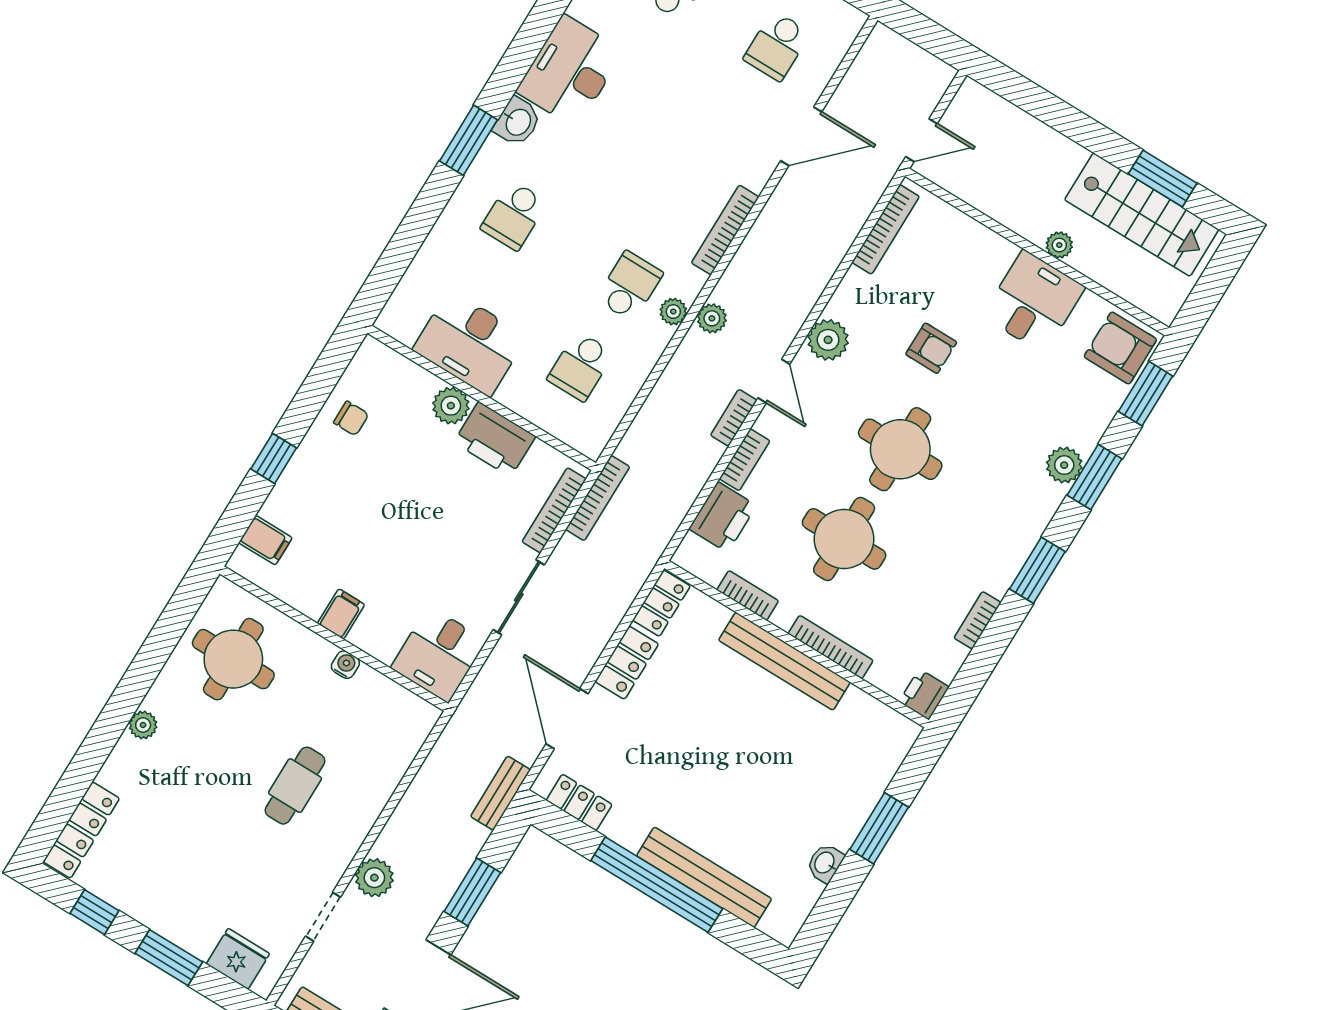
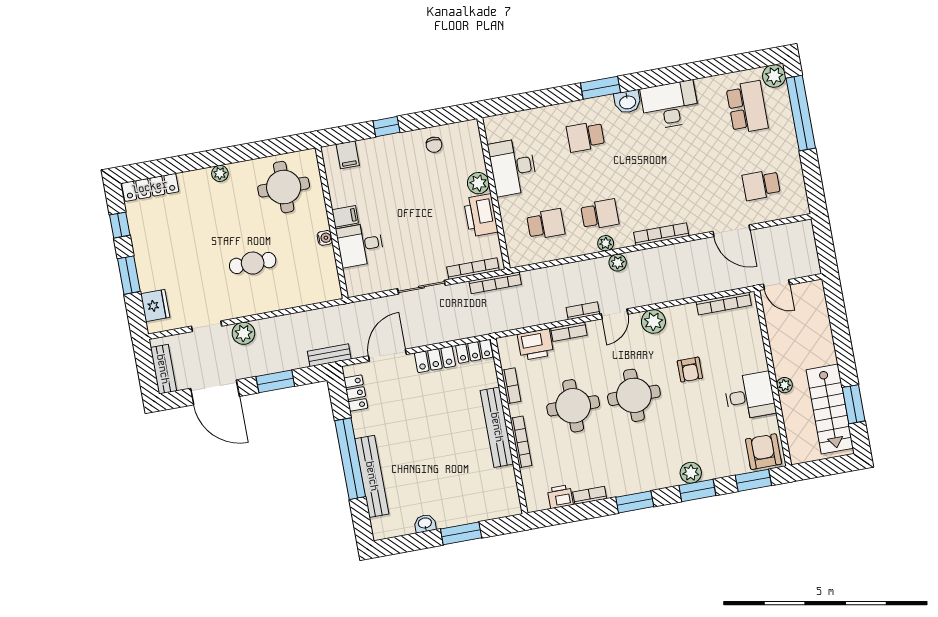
school desk: (580, 366) -> (546, 224), turned 180
desk: (439, 654) -> (360, 245), moved
printer: (924, 694) -> (560, 497), moved

